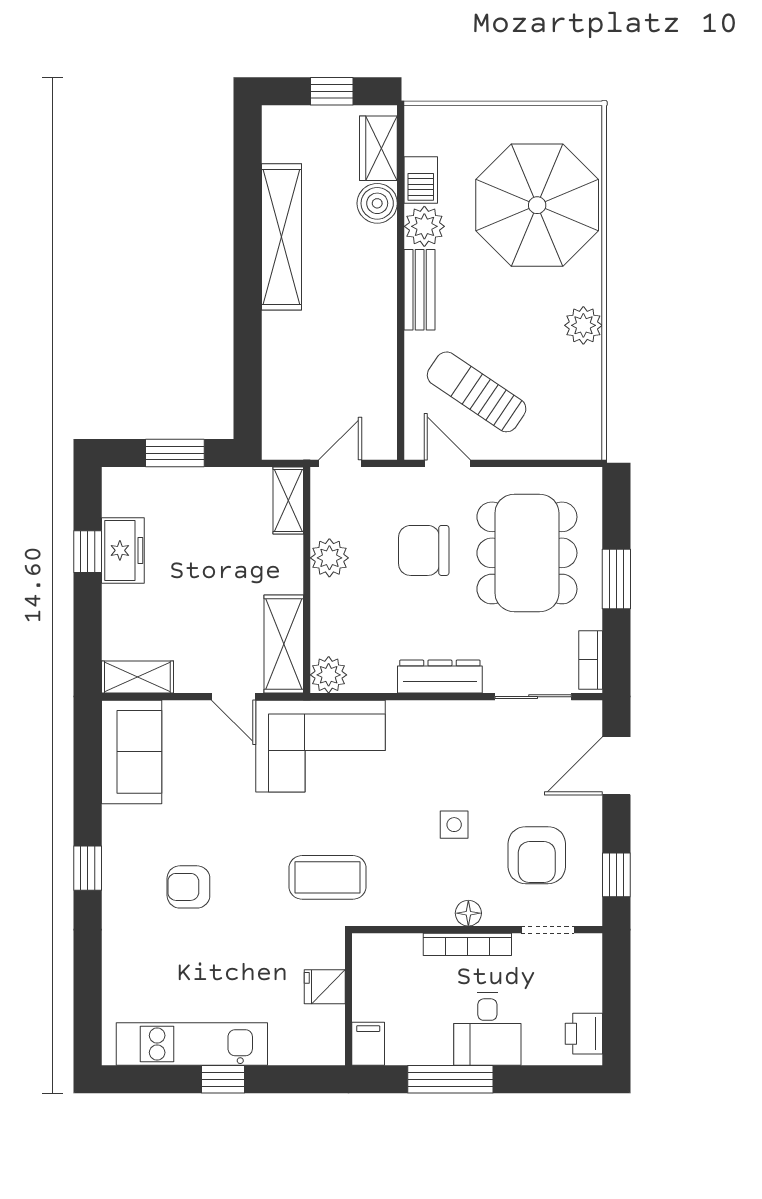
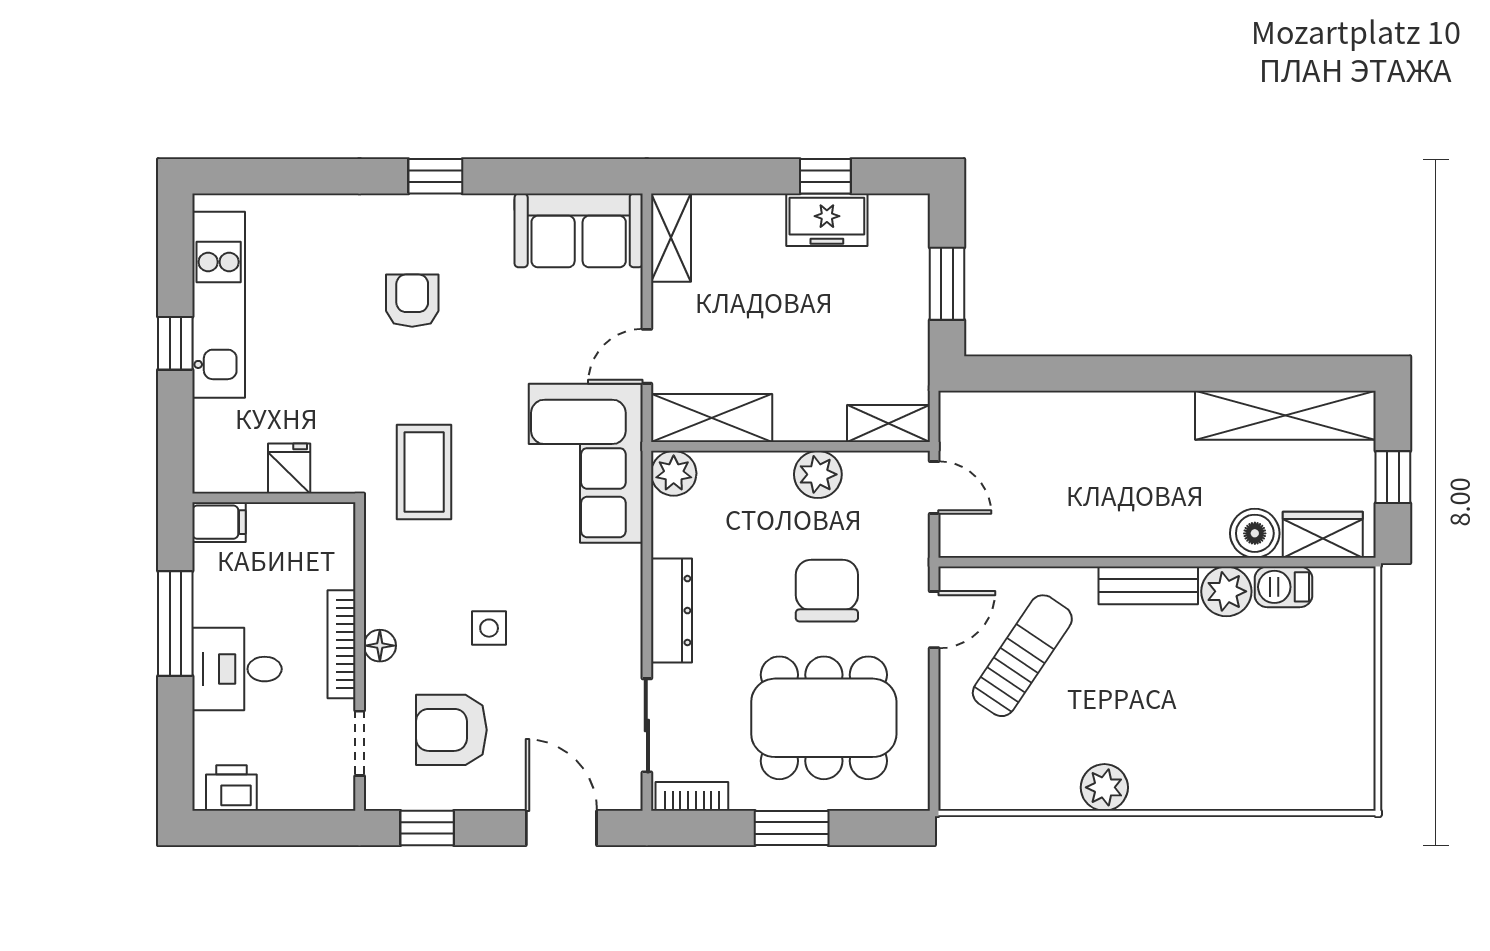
parasol: (537, 205) -> (1252, 730), removed
shelving: (282, 237) -> (1285, 415), moved

